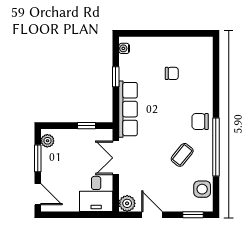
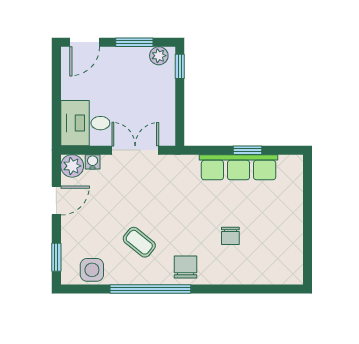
water cooler: (124, 48) -> (93, 162), moved
chair: (172, 73) -> (230, 236), moved
row of seats: (128, 109) -> (239, 167), moved
window: (87, 126) -> (180, 66), moved

